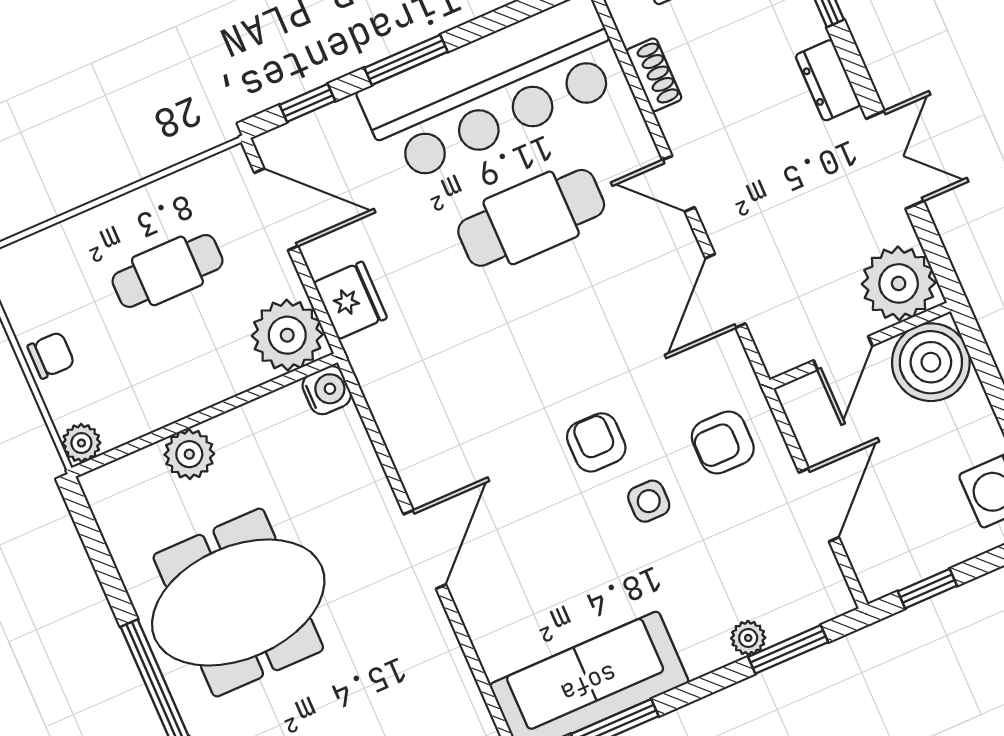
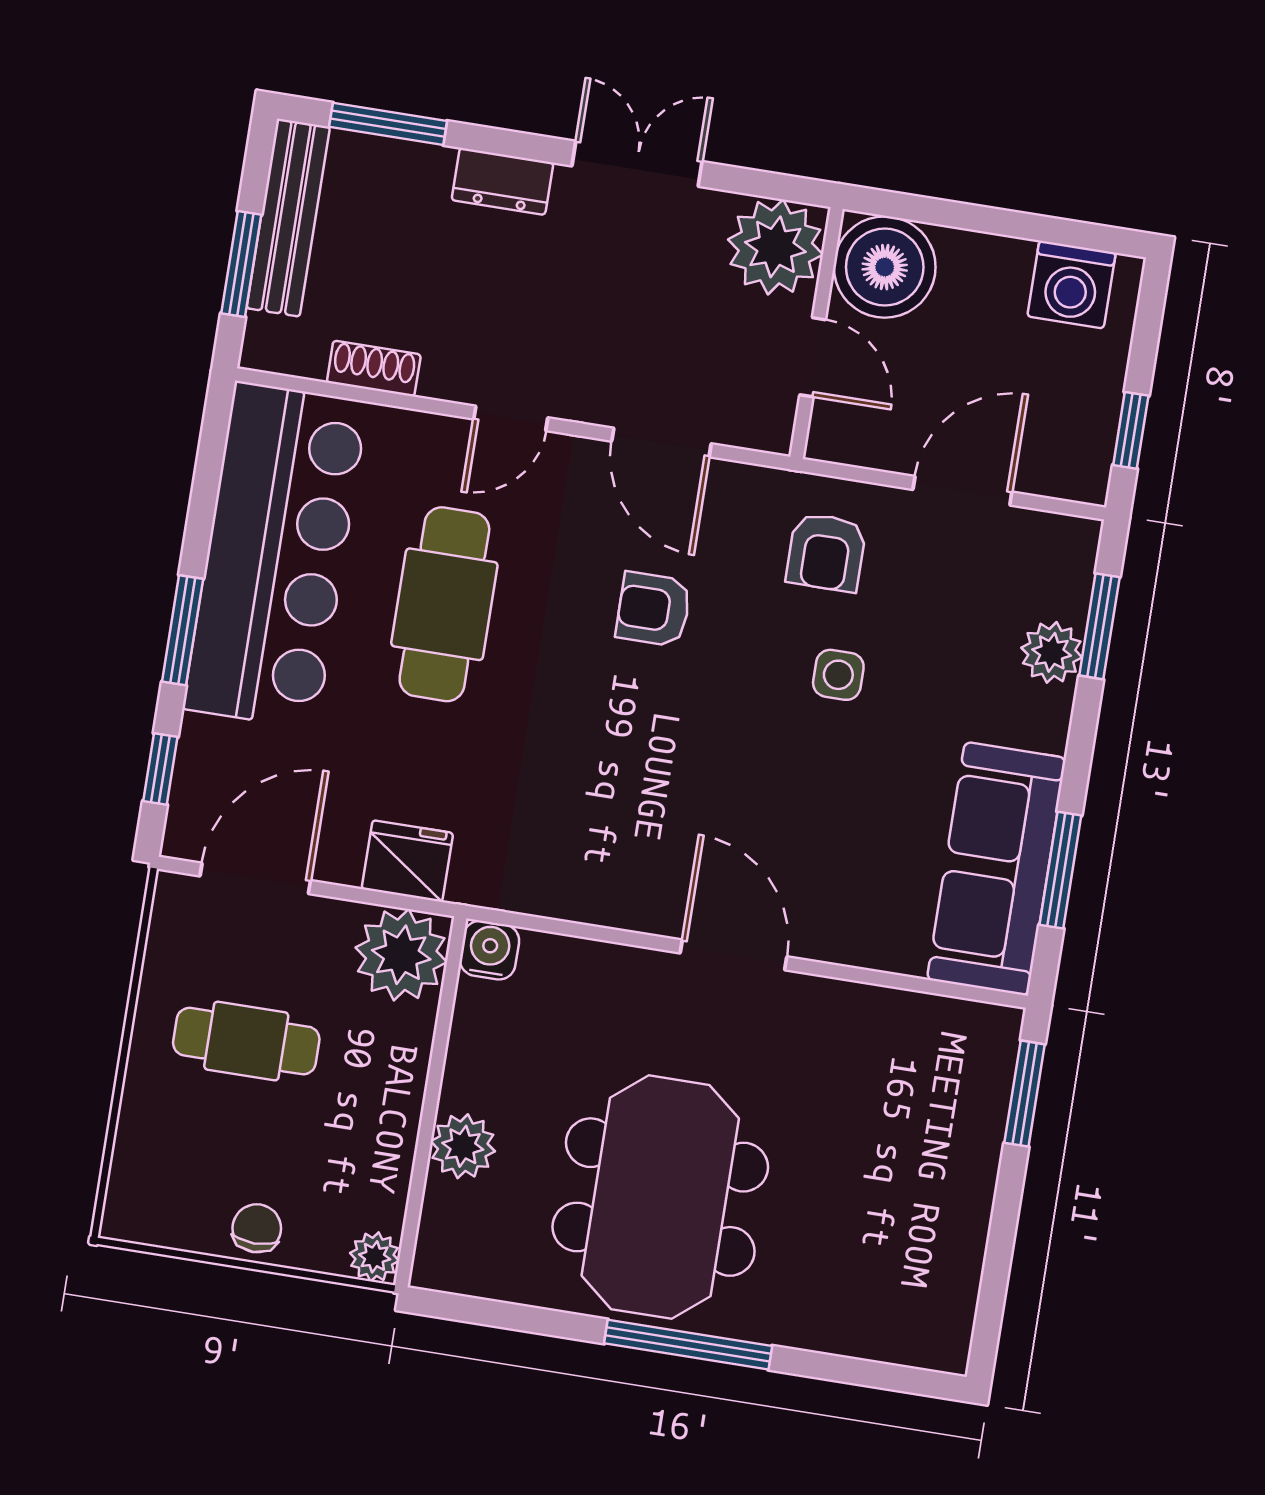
cafe table: (167, 271) -> (246, 1041), turned 90
armchair: (596, 442) -> (653, 609), moved
door: (819, 505) -> (962, 491), hinge flipped
plant: (748, 638) -> (1052, 652), width x1.38, depth x1.38

